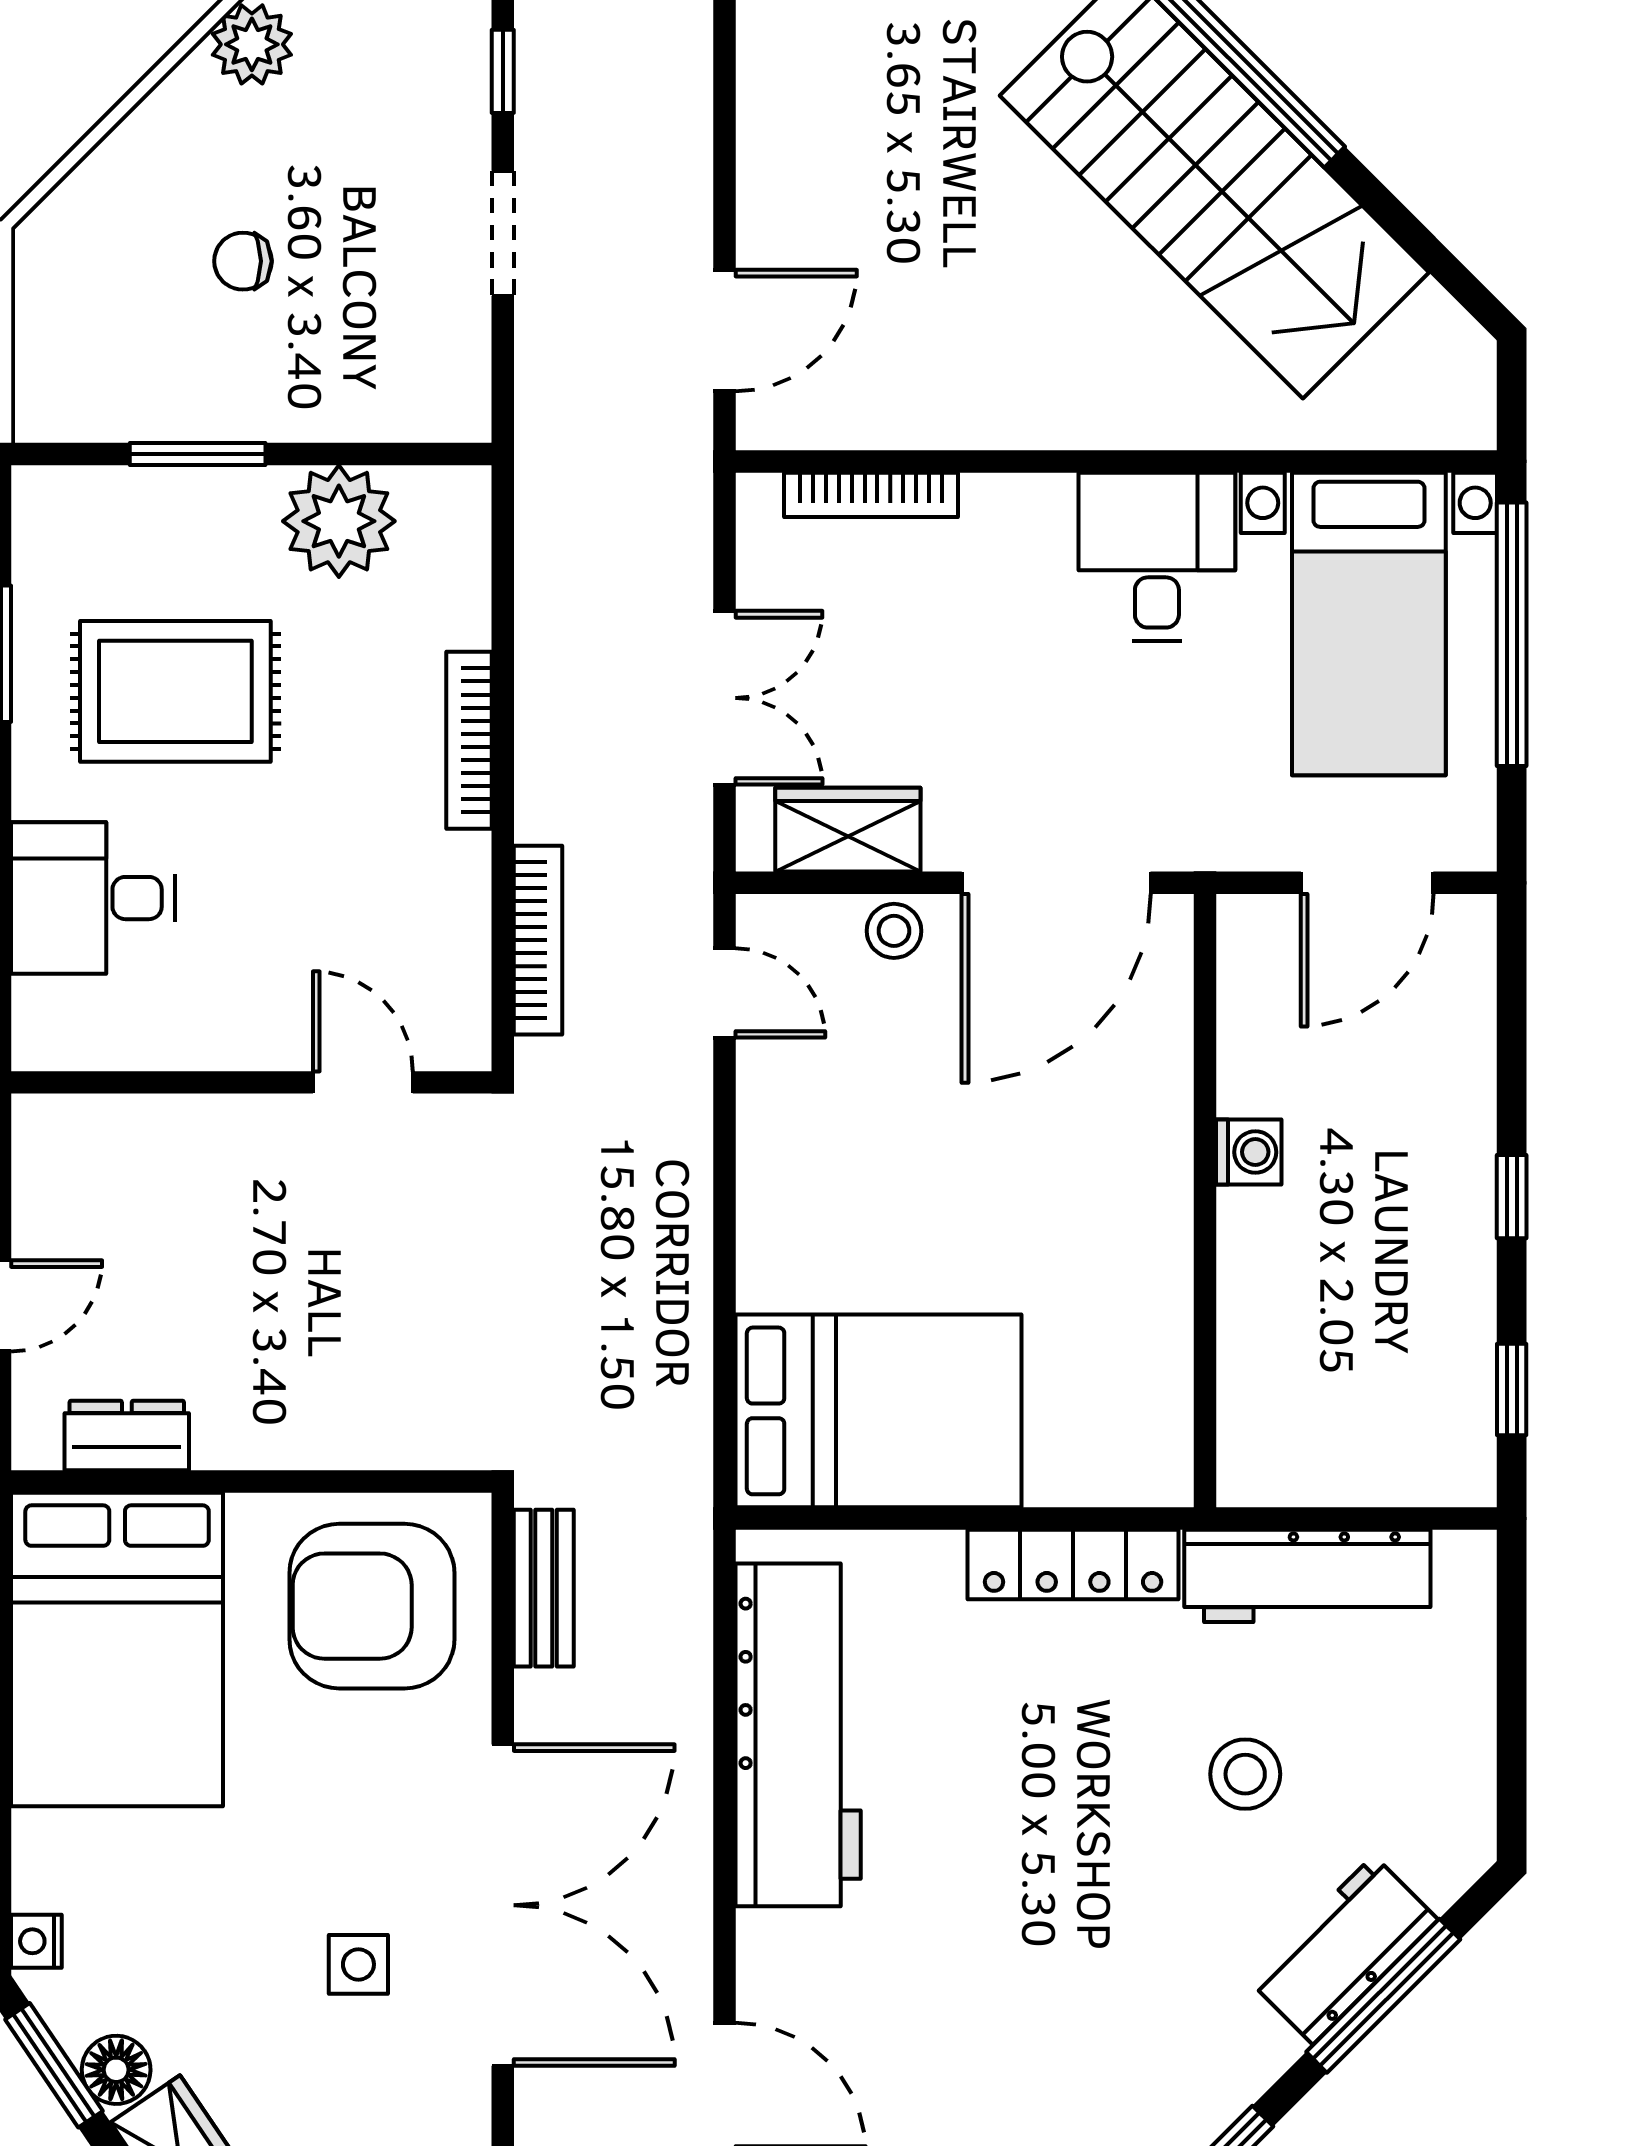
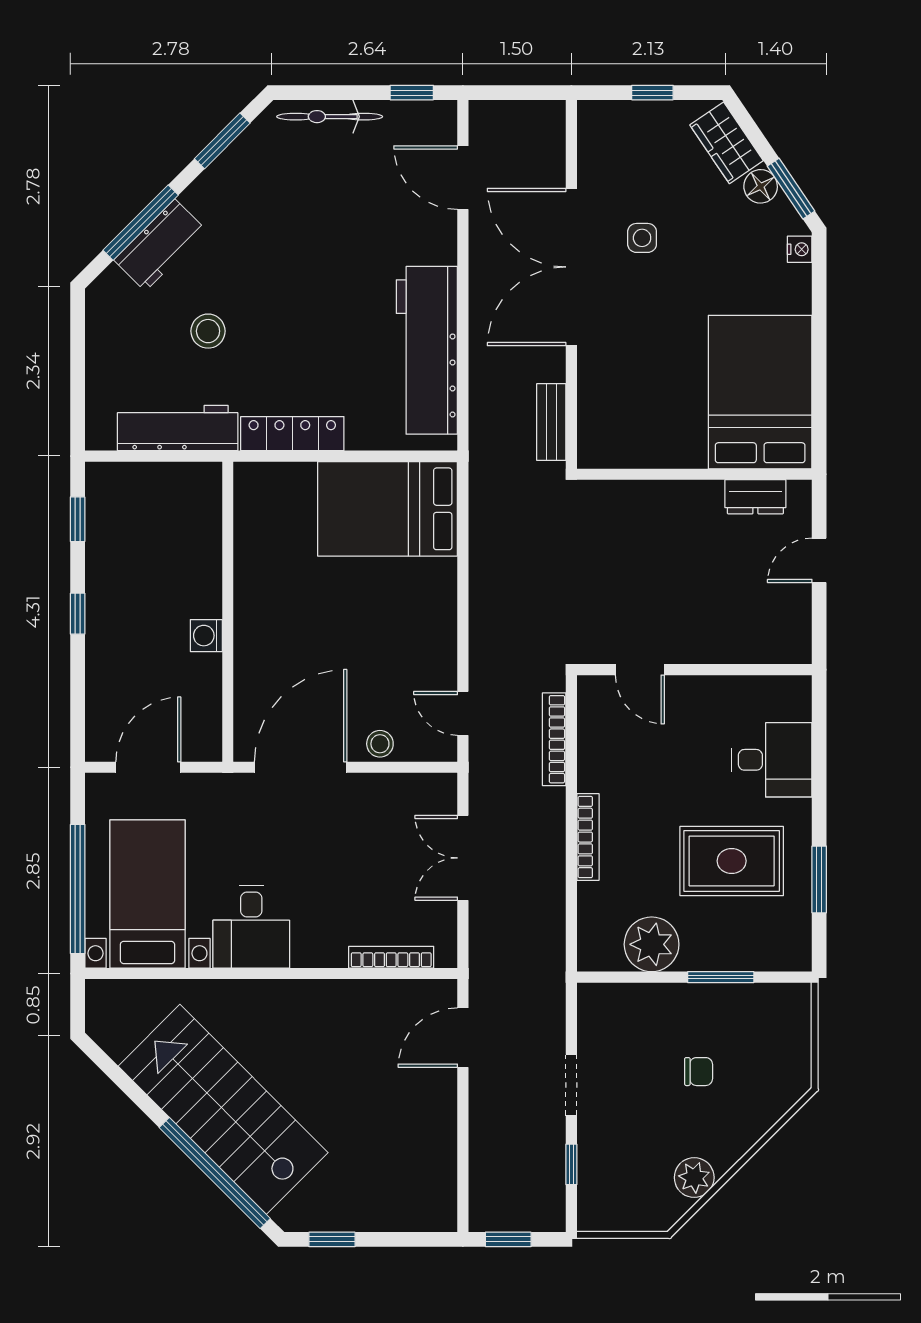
wardrobe: (848, 830) -> (403, 793), removed
armchair: (372, 1606) -> (635, 413), removed

